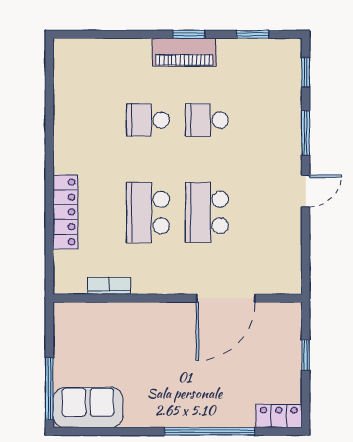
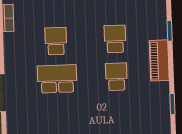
window: (189, 34) -> (170, 31), moved
school desk: (148, 213) -> (56, 41), width x0.54

